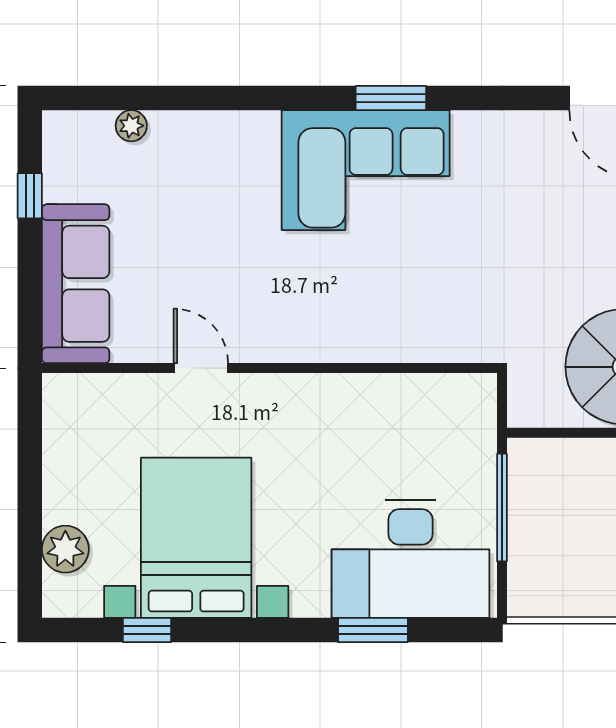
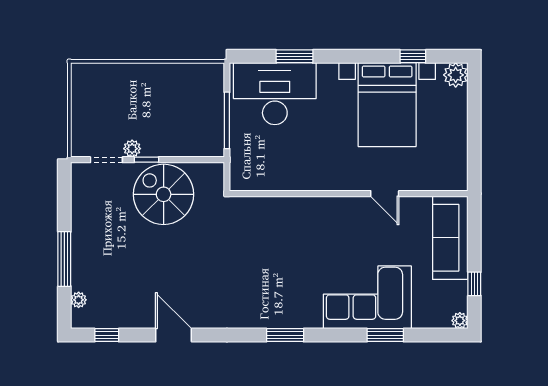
window: (200, 98) -> (385, 335), added
plant: (131, 126) -> (460, 321), moved
corner sofa: (366, 170) -> (367, 297), moved
plant: (65, 549) -> (456, 75), moved

